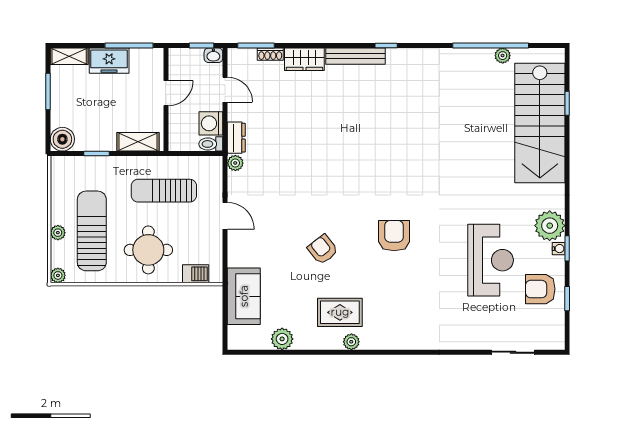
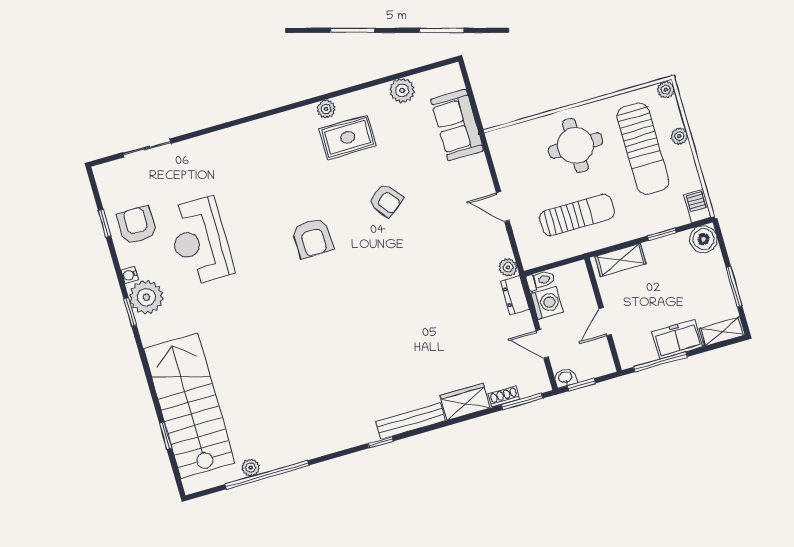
window: (567, 248) -> (130, 312), moved
barbecue: (196, 274) -> (697, 206), moved, turned 90
armchair: (540, 289) -> (137, 225), turned -90

